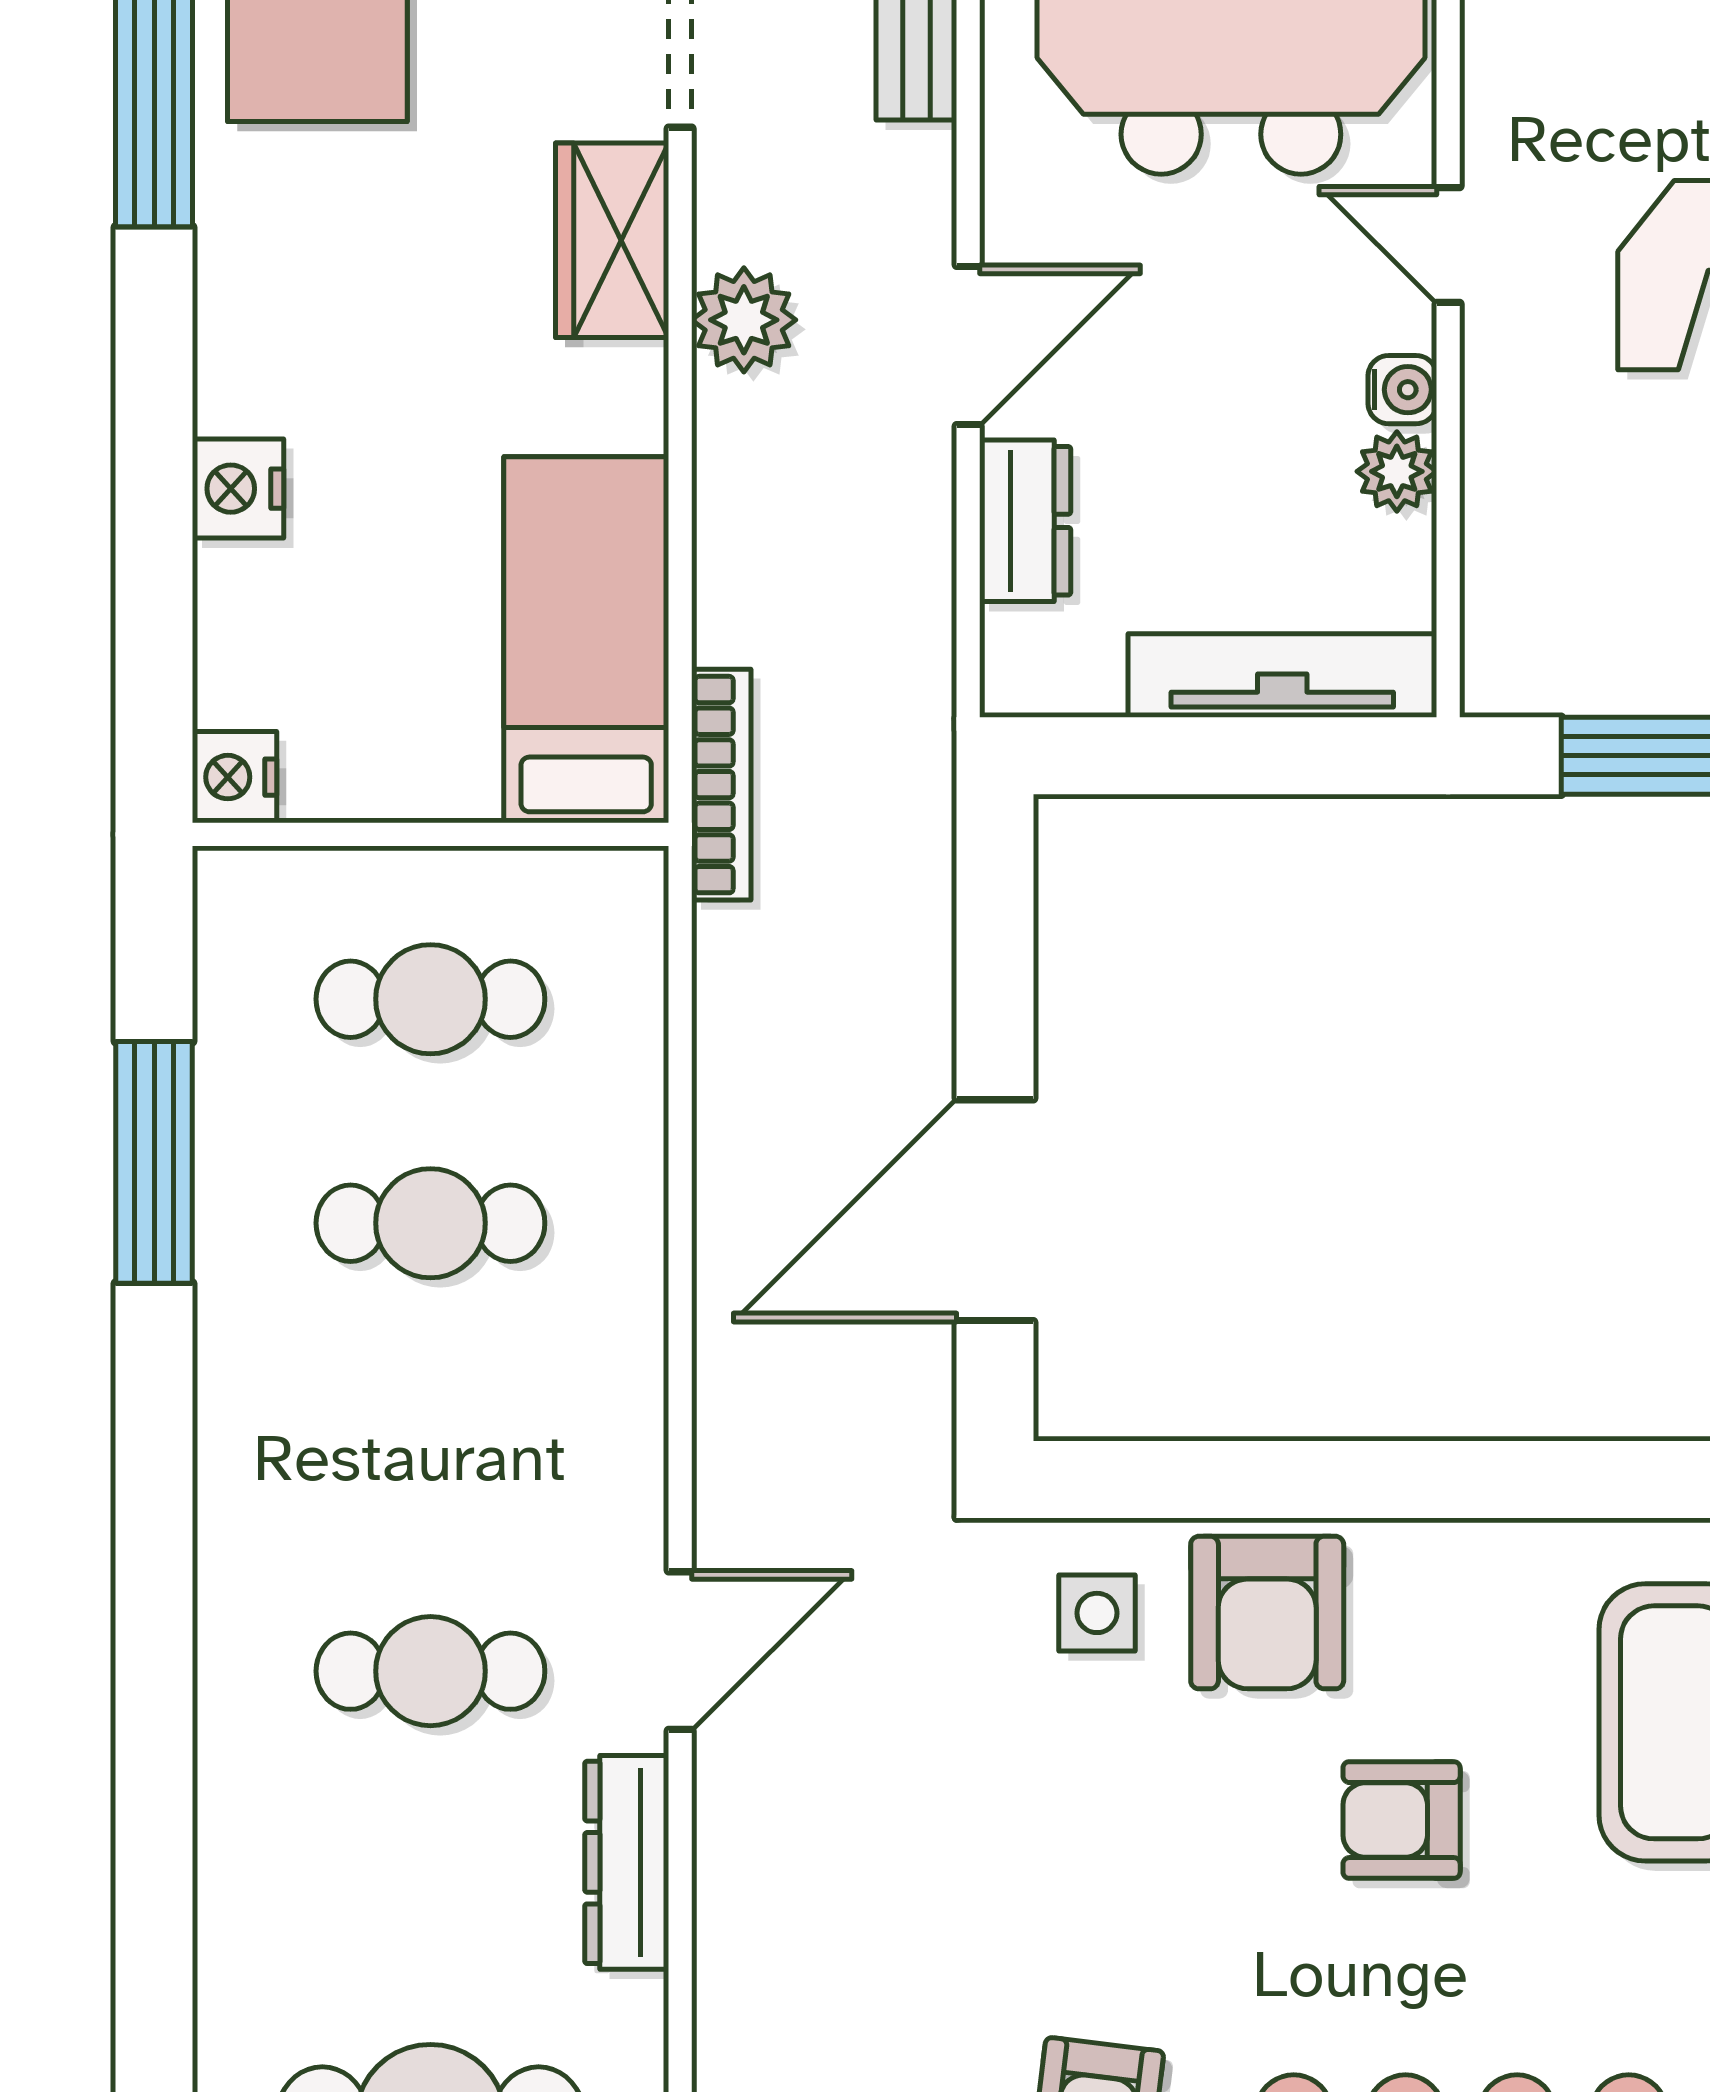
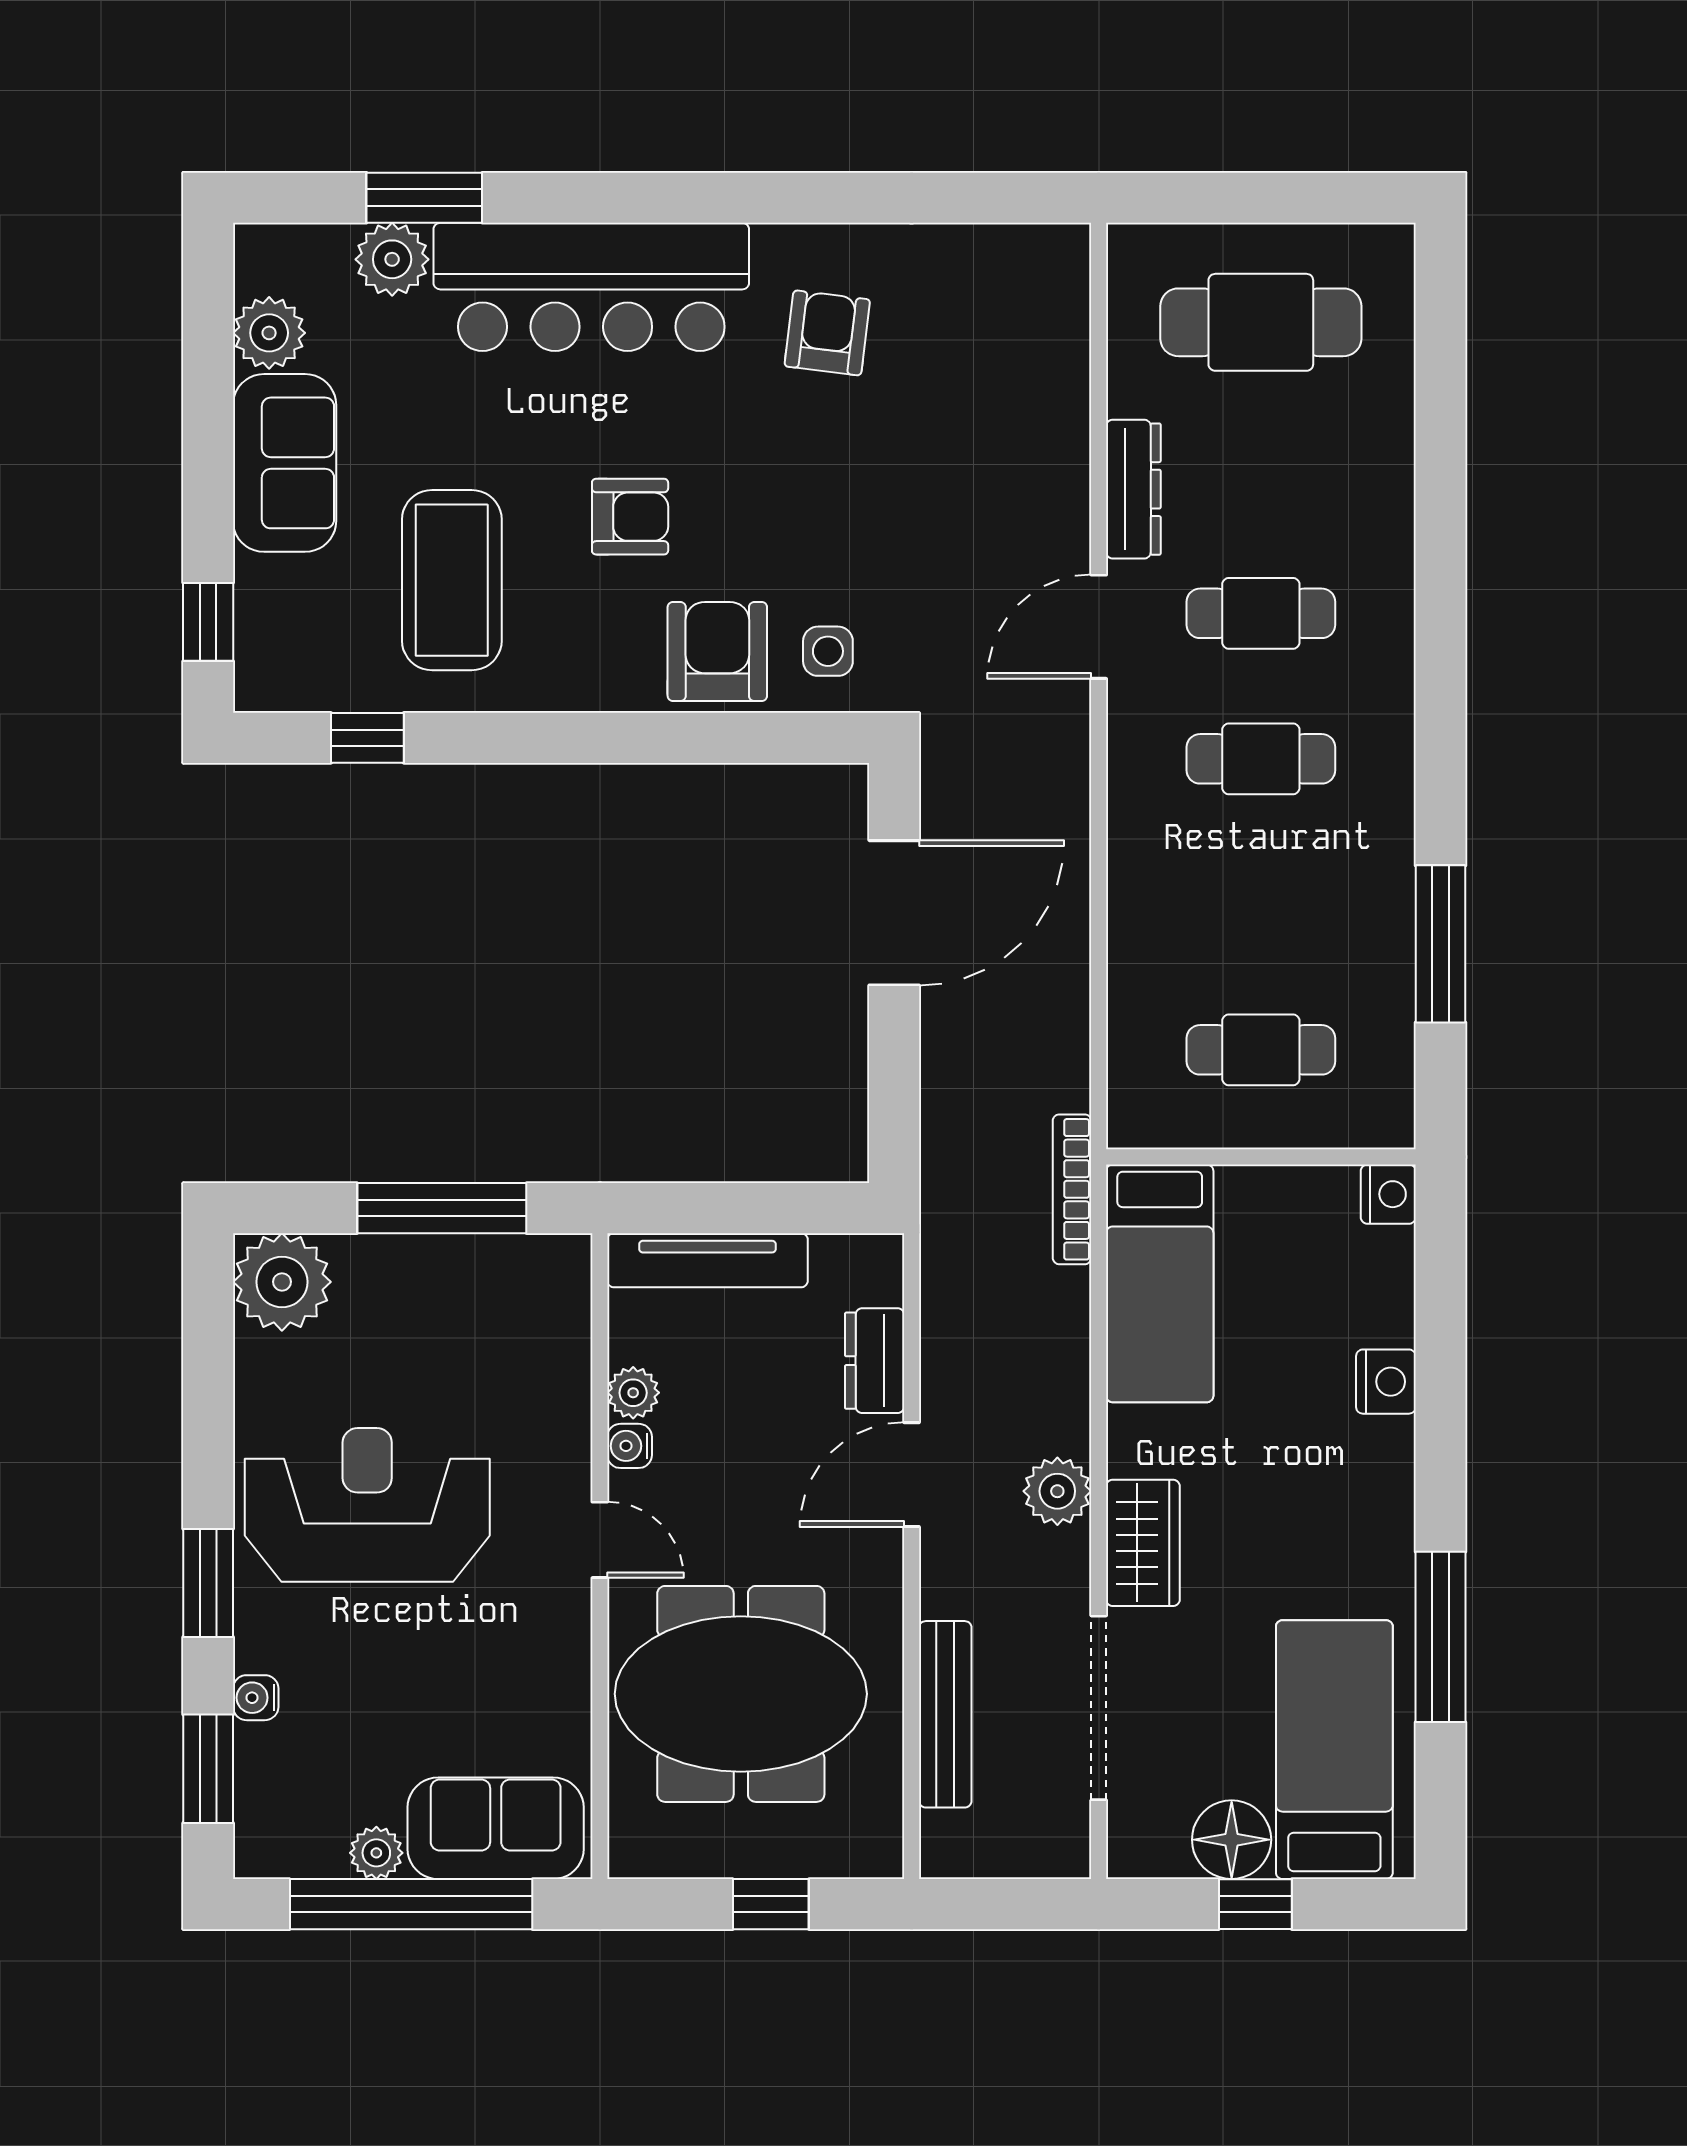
cafe table: (430, 1223) -> (1261, 759), moved

